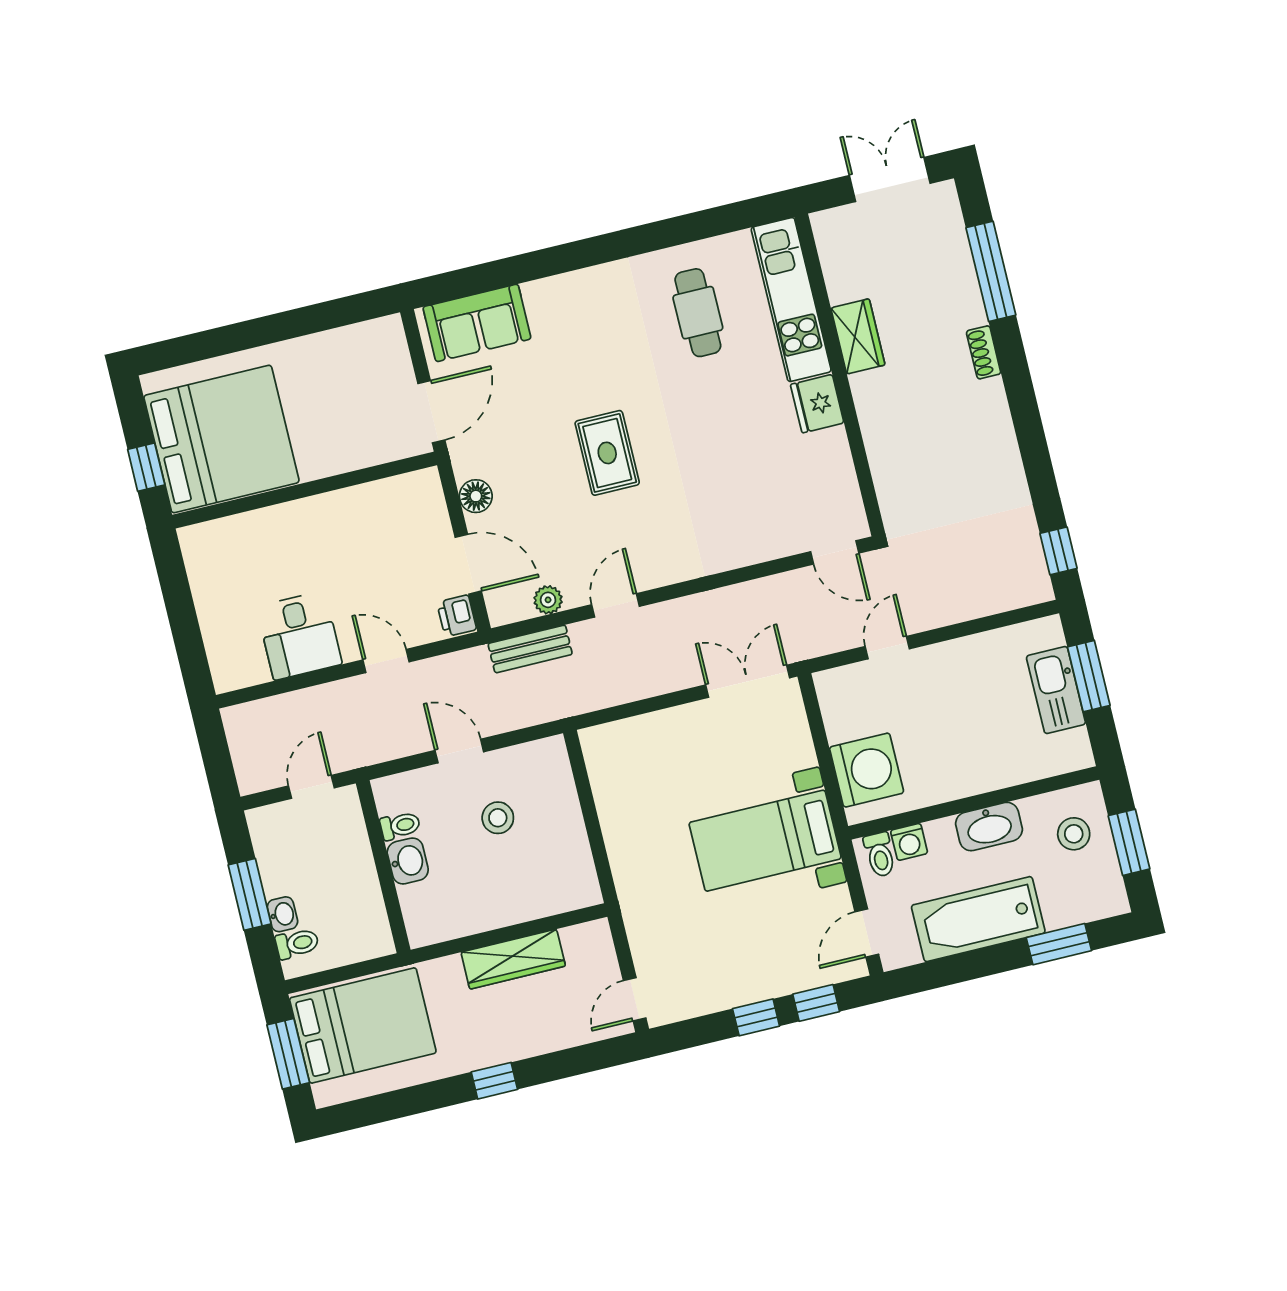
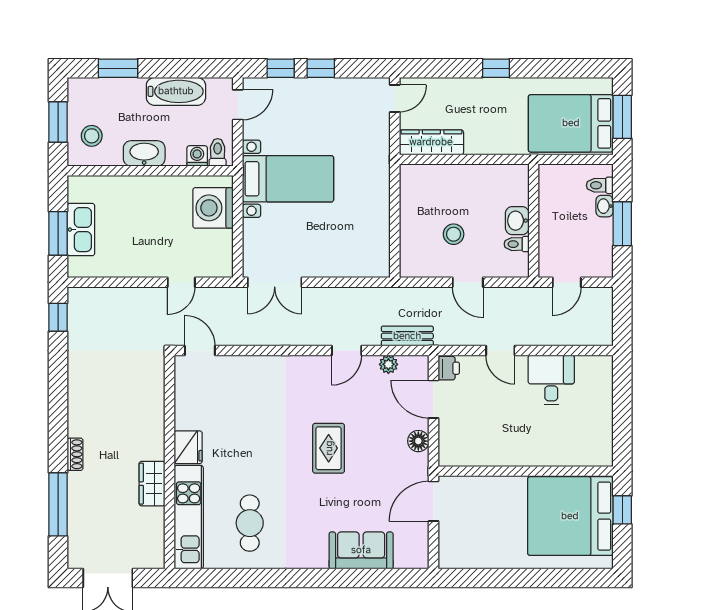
sofa: (477, 323) -> (361, 550), moved
bathtub: (978, 919) -> (176, 91), width x0.73, depth x0.73
wardrobe: (513, 959) -> (431, 142), moved

